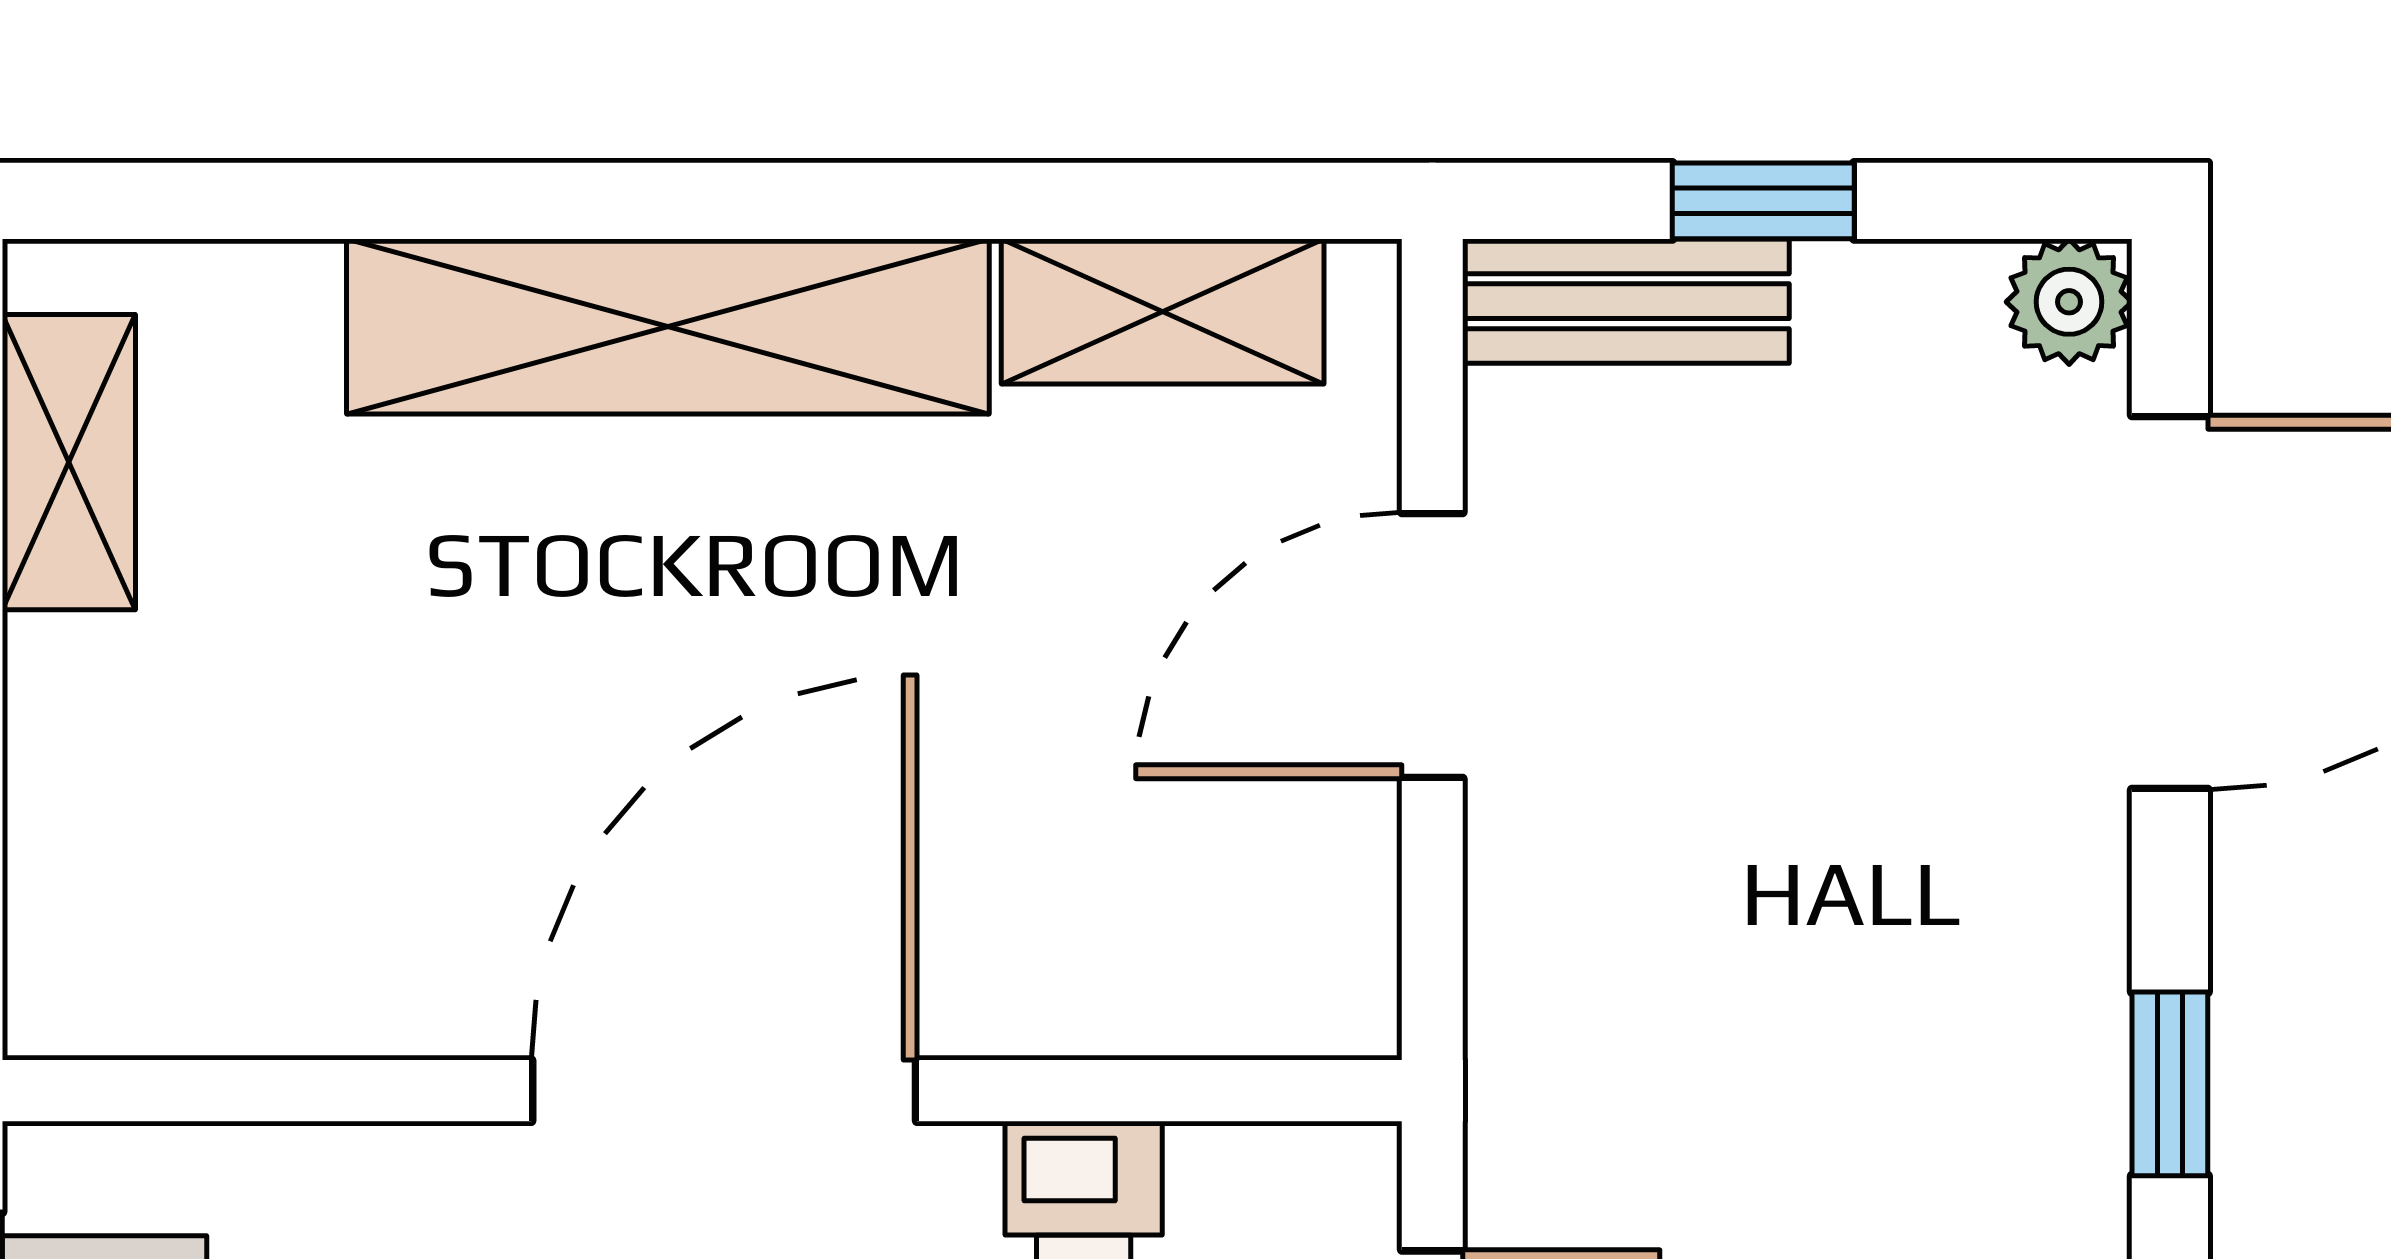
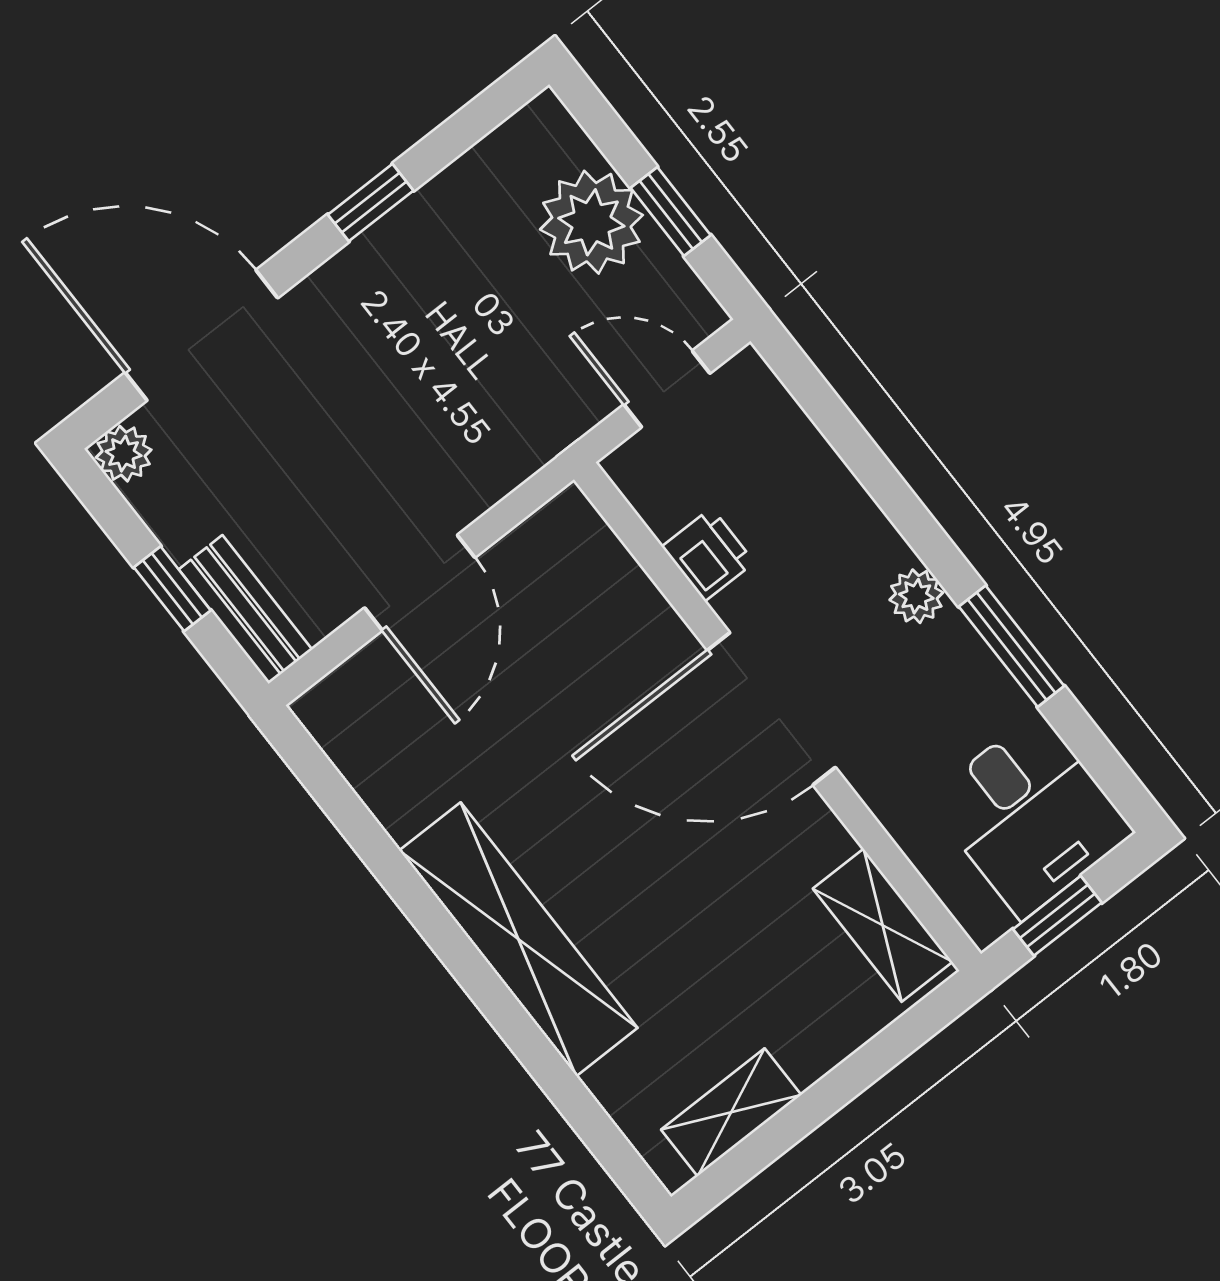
shelving: (1163, 311) -> (883, 925), moved
door: (1432, 645) -> (420, 583), hinge flipped

